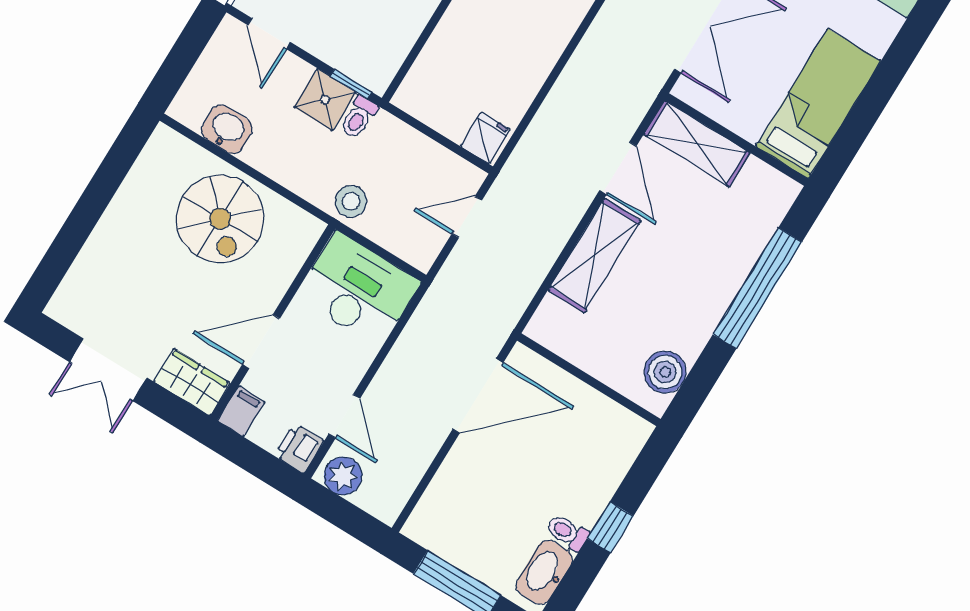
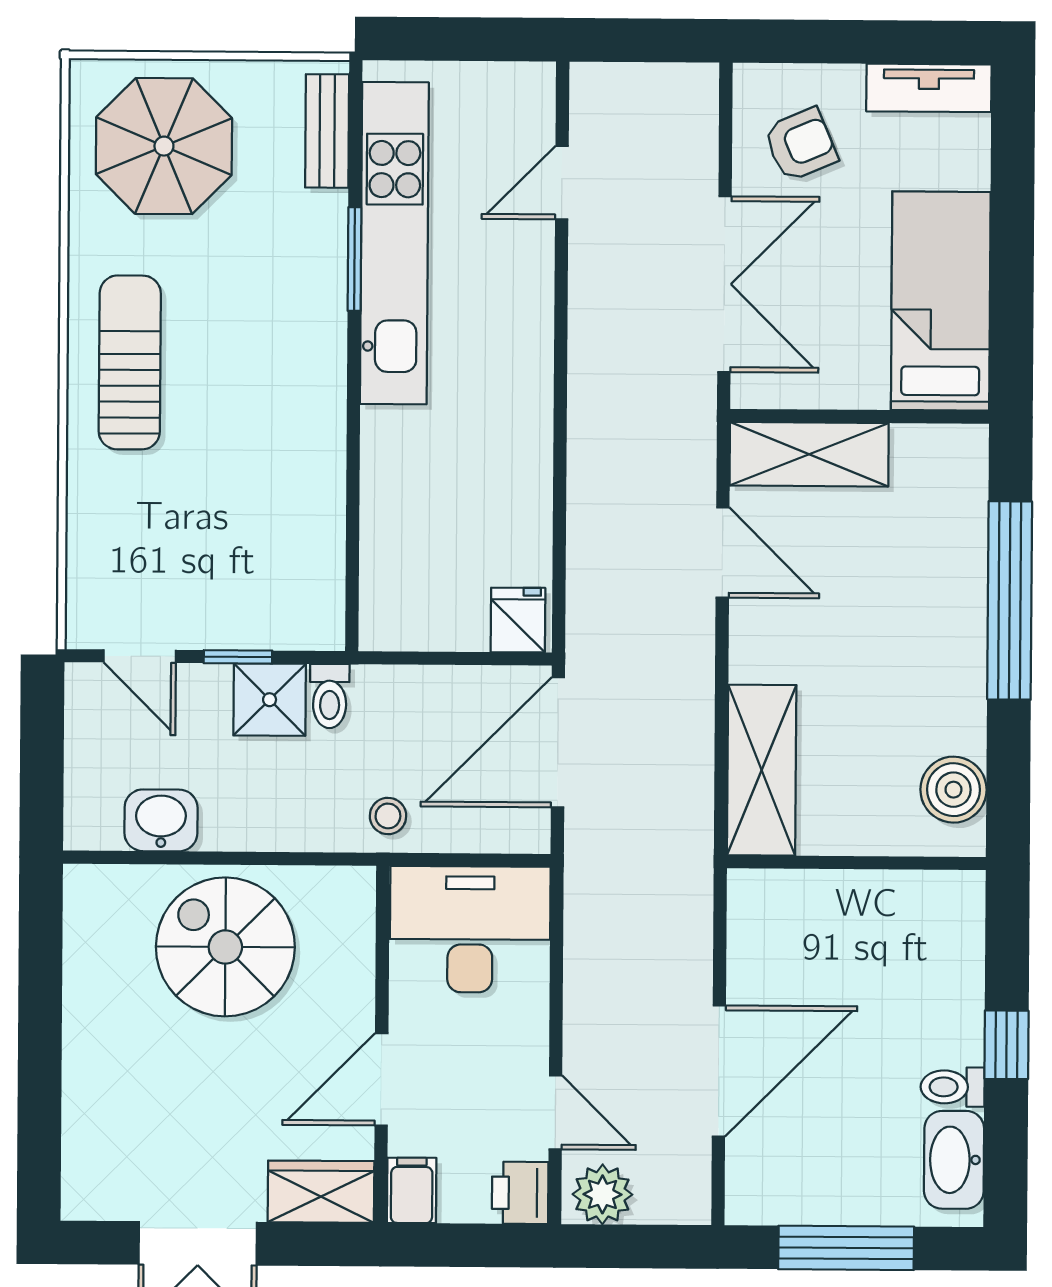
window: (351, 84) -> (238, 657), moved
stool: (351, 201) -> (388, 816), width x0.73, depth x0.73
door: (467, 217) -> (558, 742), width x1.88
spiral stairs: (220, 219) -> (225, 947), turned 180
shelving: (594, 256) -> (762, 770), moved
door: (478, 396) -> (719, 1071), moved

